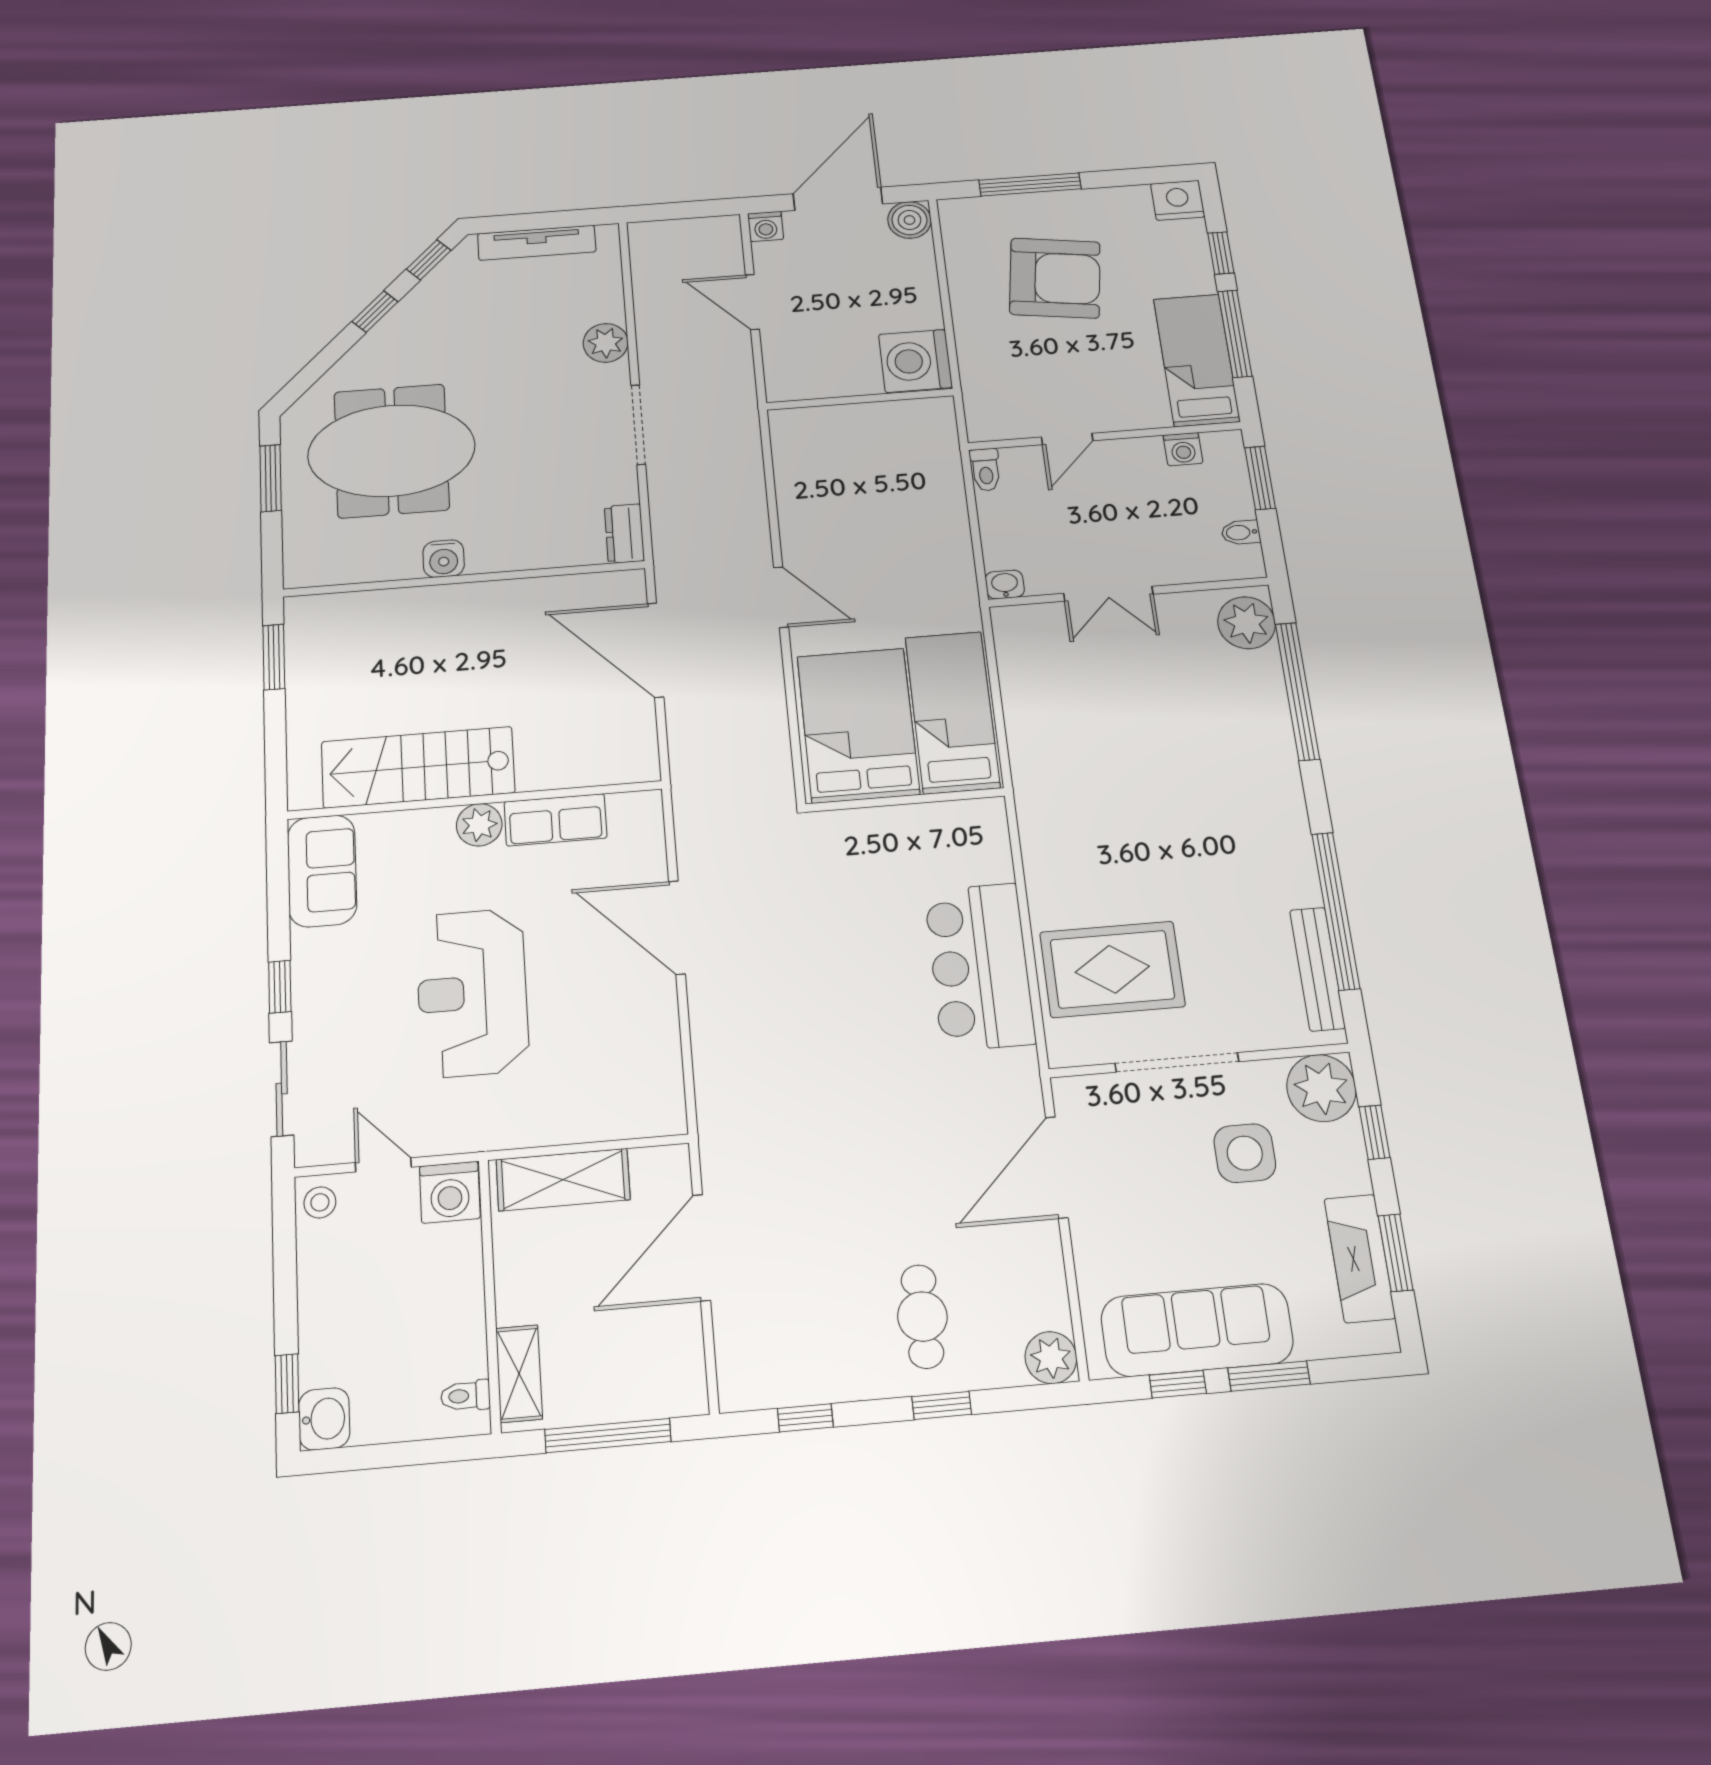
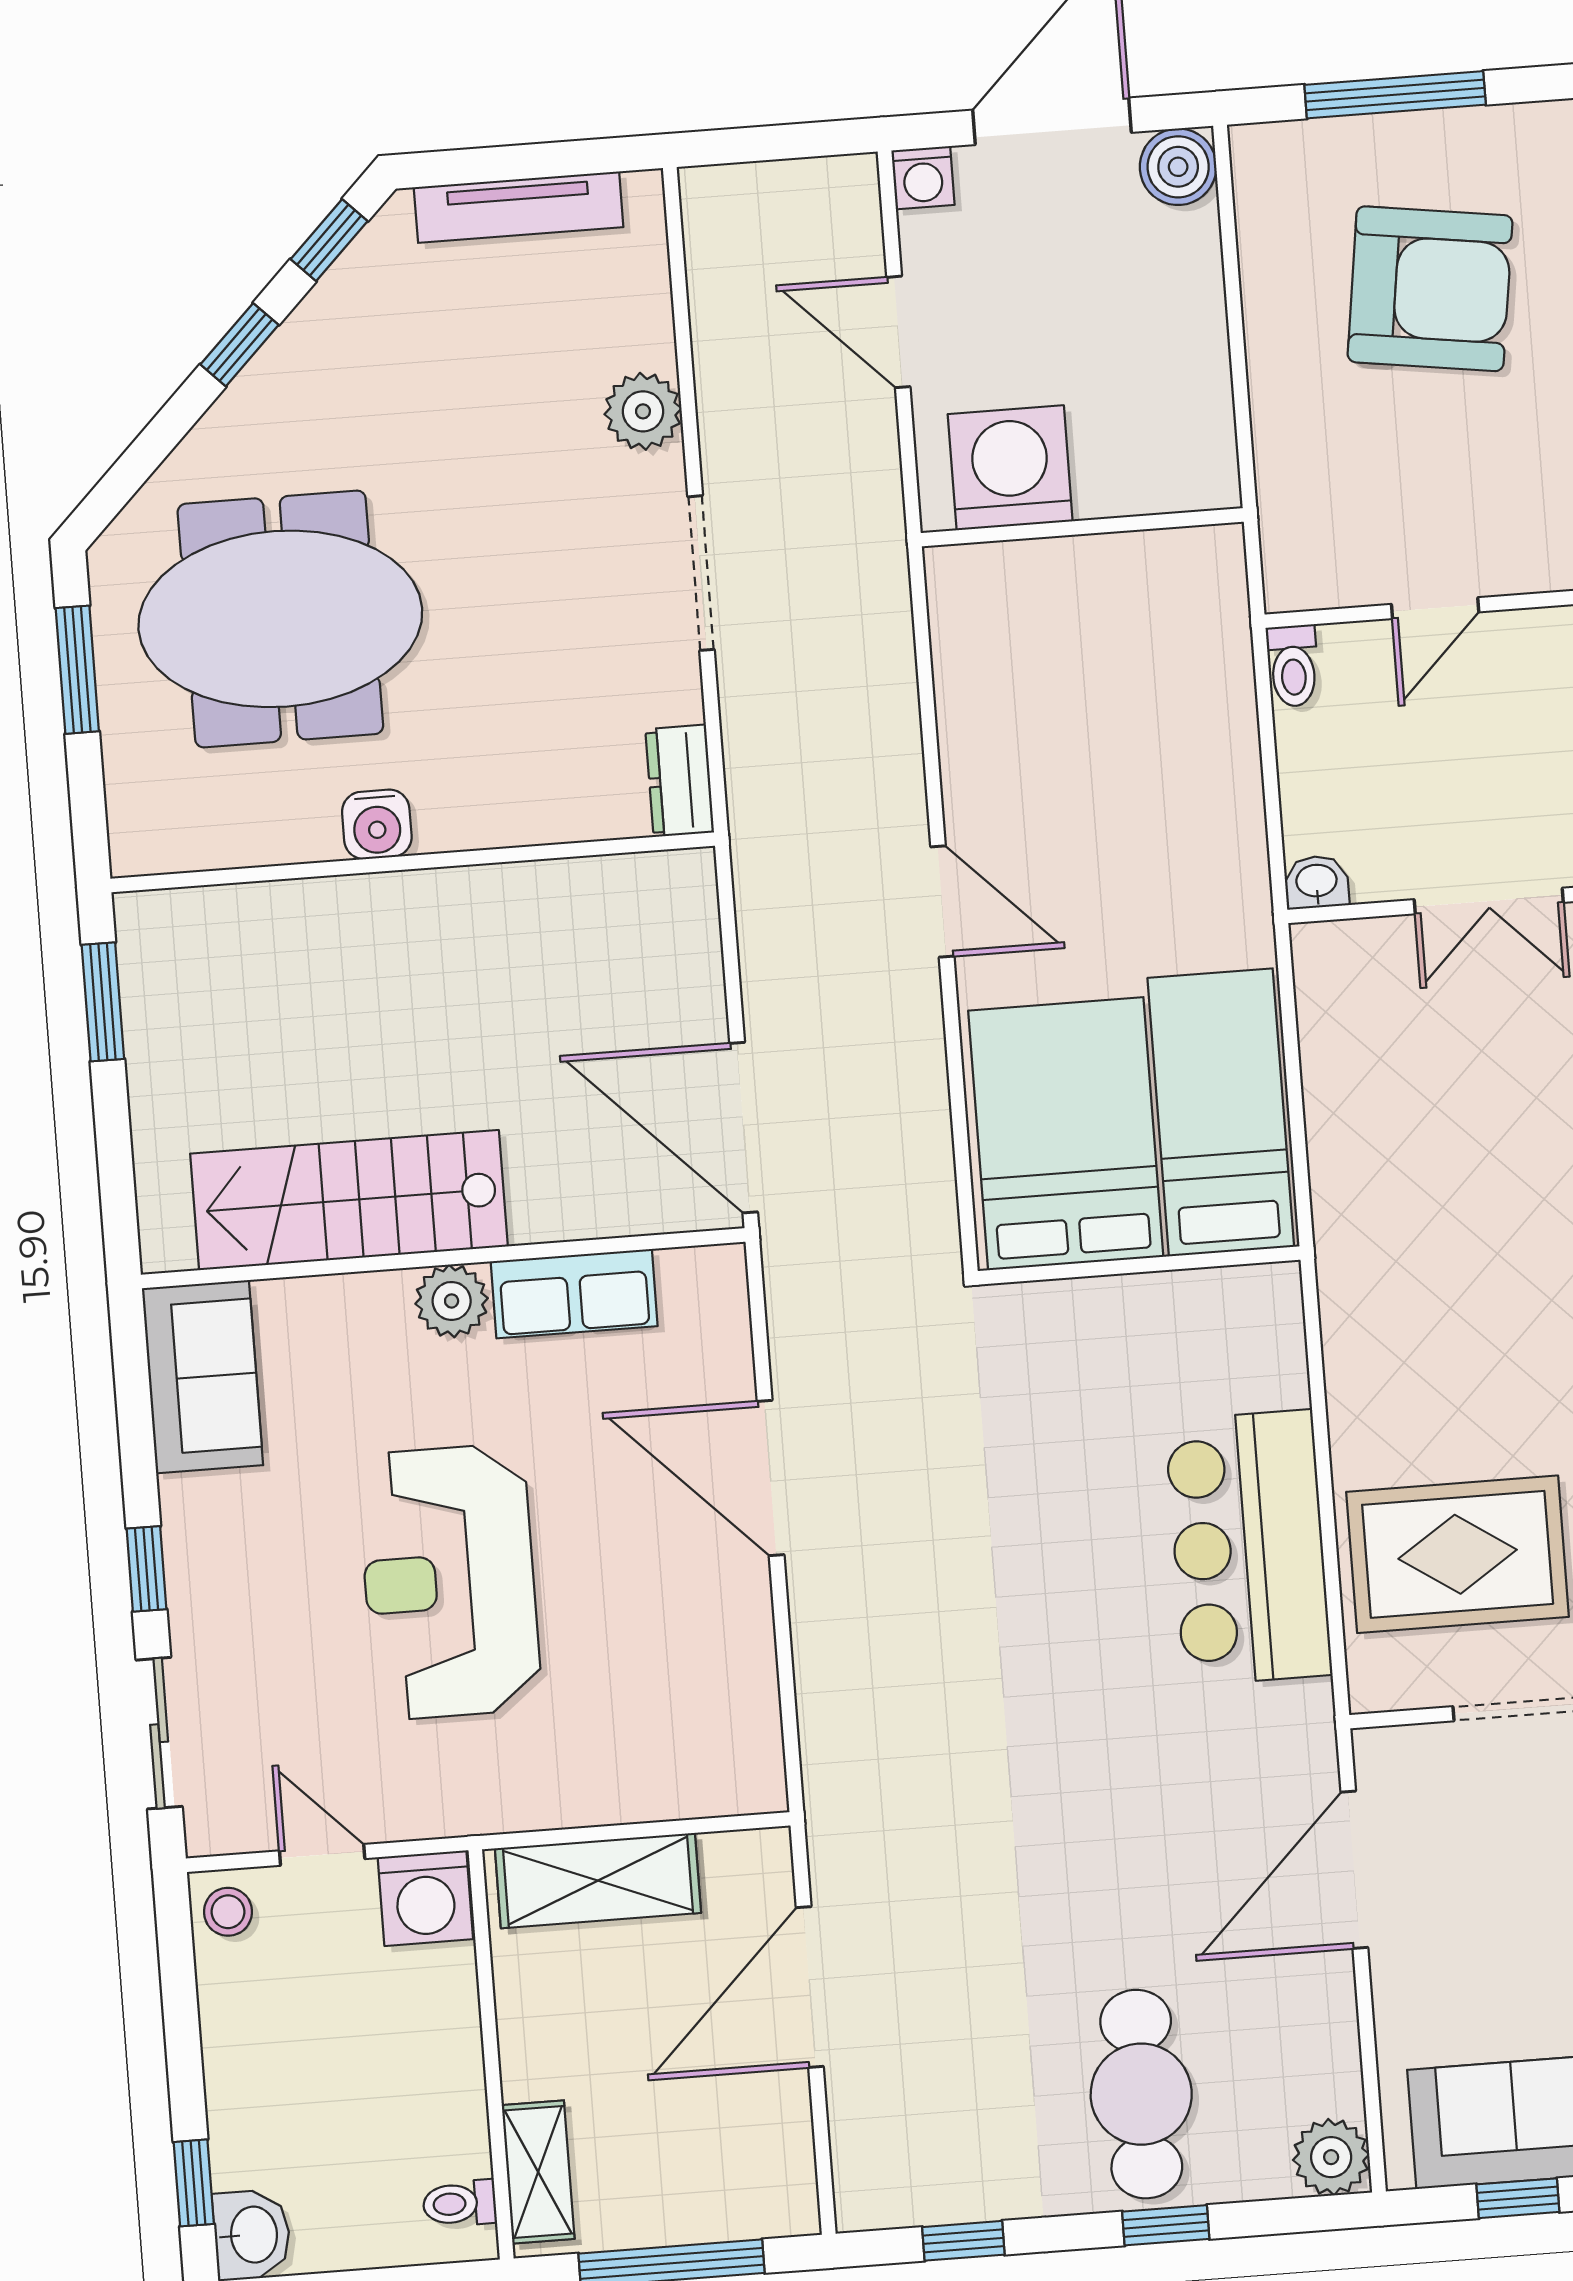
washing machine: (915, 361) -> (1010, 468), moved, turned 90
door: (656, 650) -> (744, 1128), moved
cafe table: (922, 1316) -> (1141, 2094), width x1.37, depth x1.35

